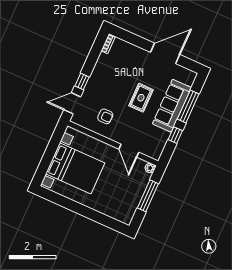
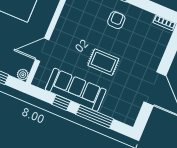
sofa: (172, 106) -> (76, 90), moved
armchair: (105, 116) -> (116, 20), moved, turned 180

